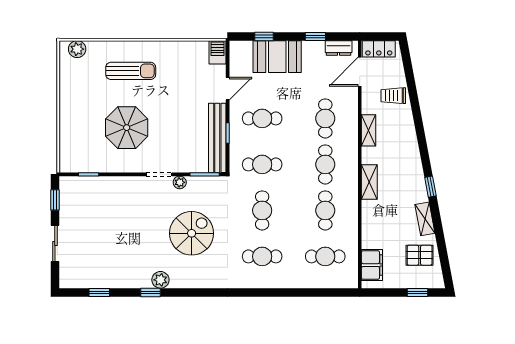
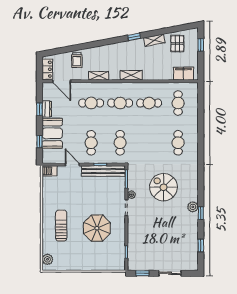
dresser: (339, 48) -> (47, 109), moved
cafe table: (262, 210) -> (149, 143), removed

